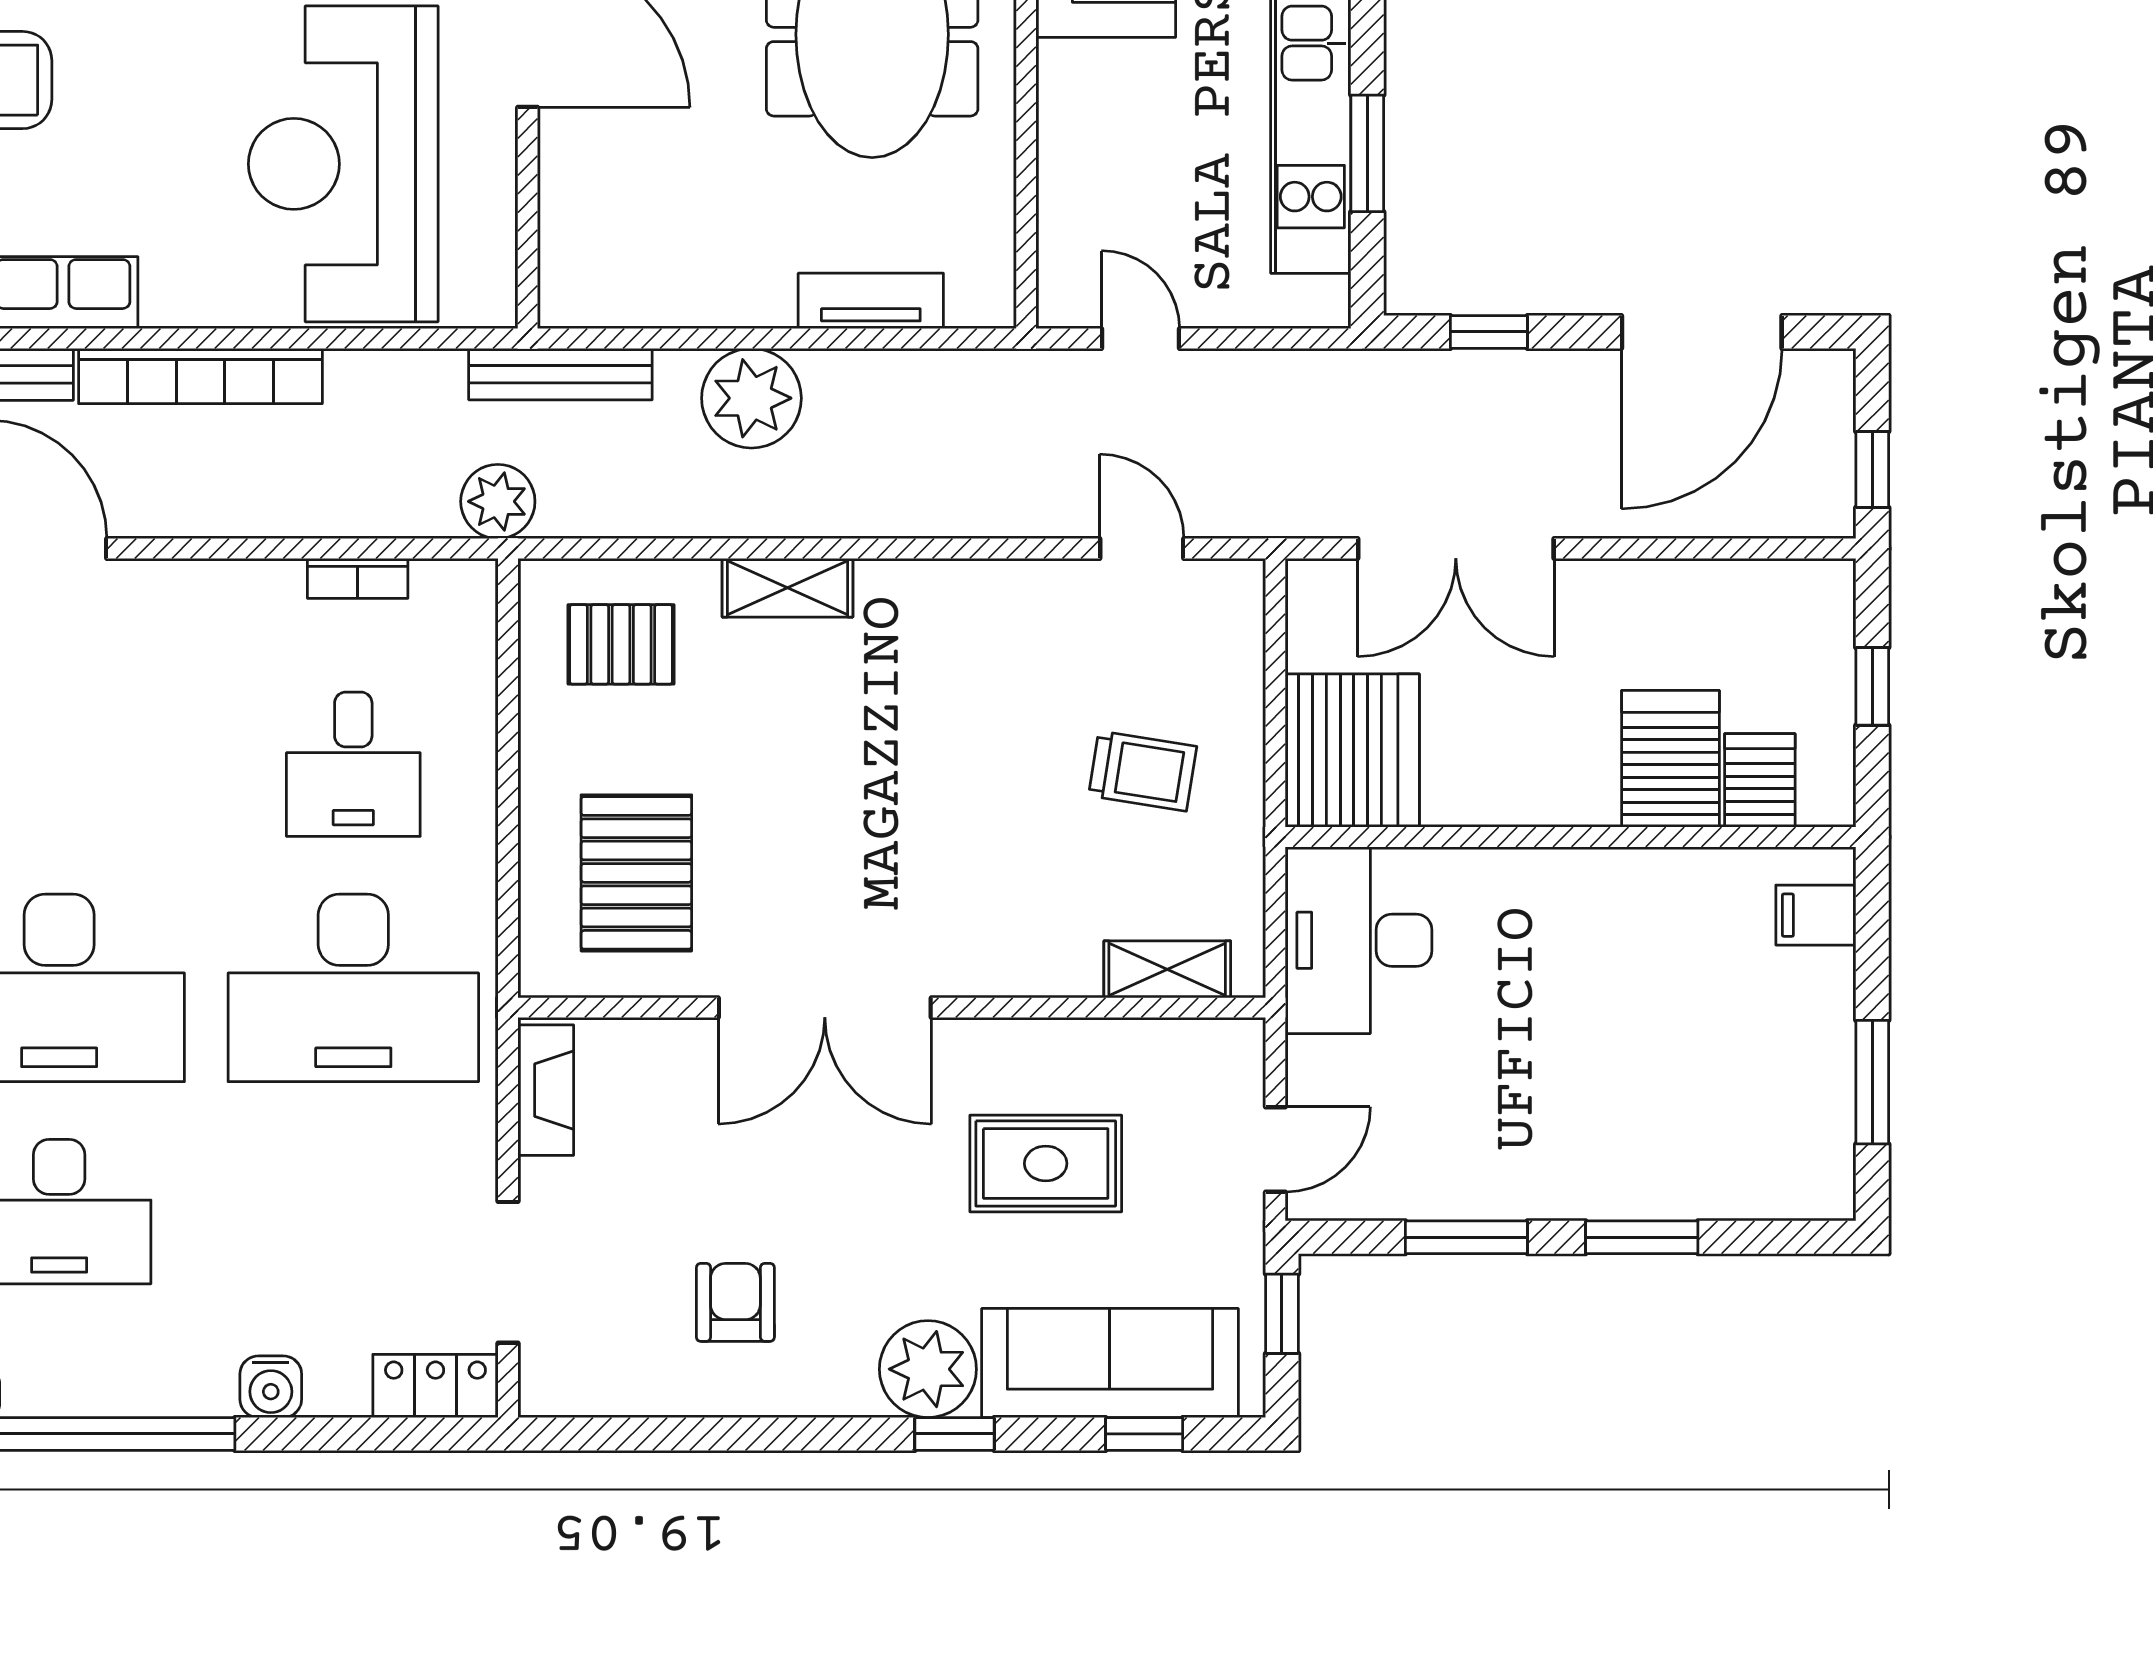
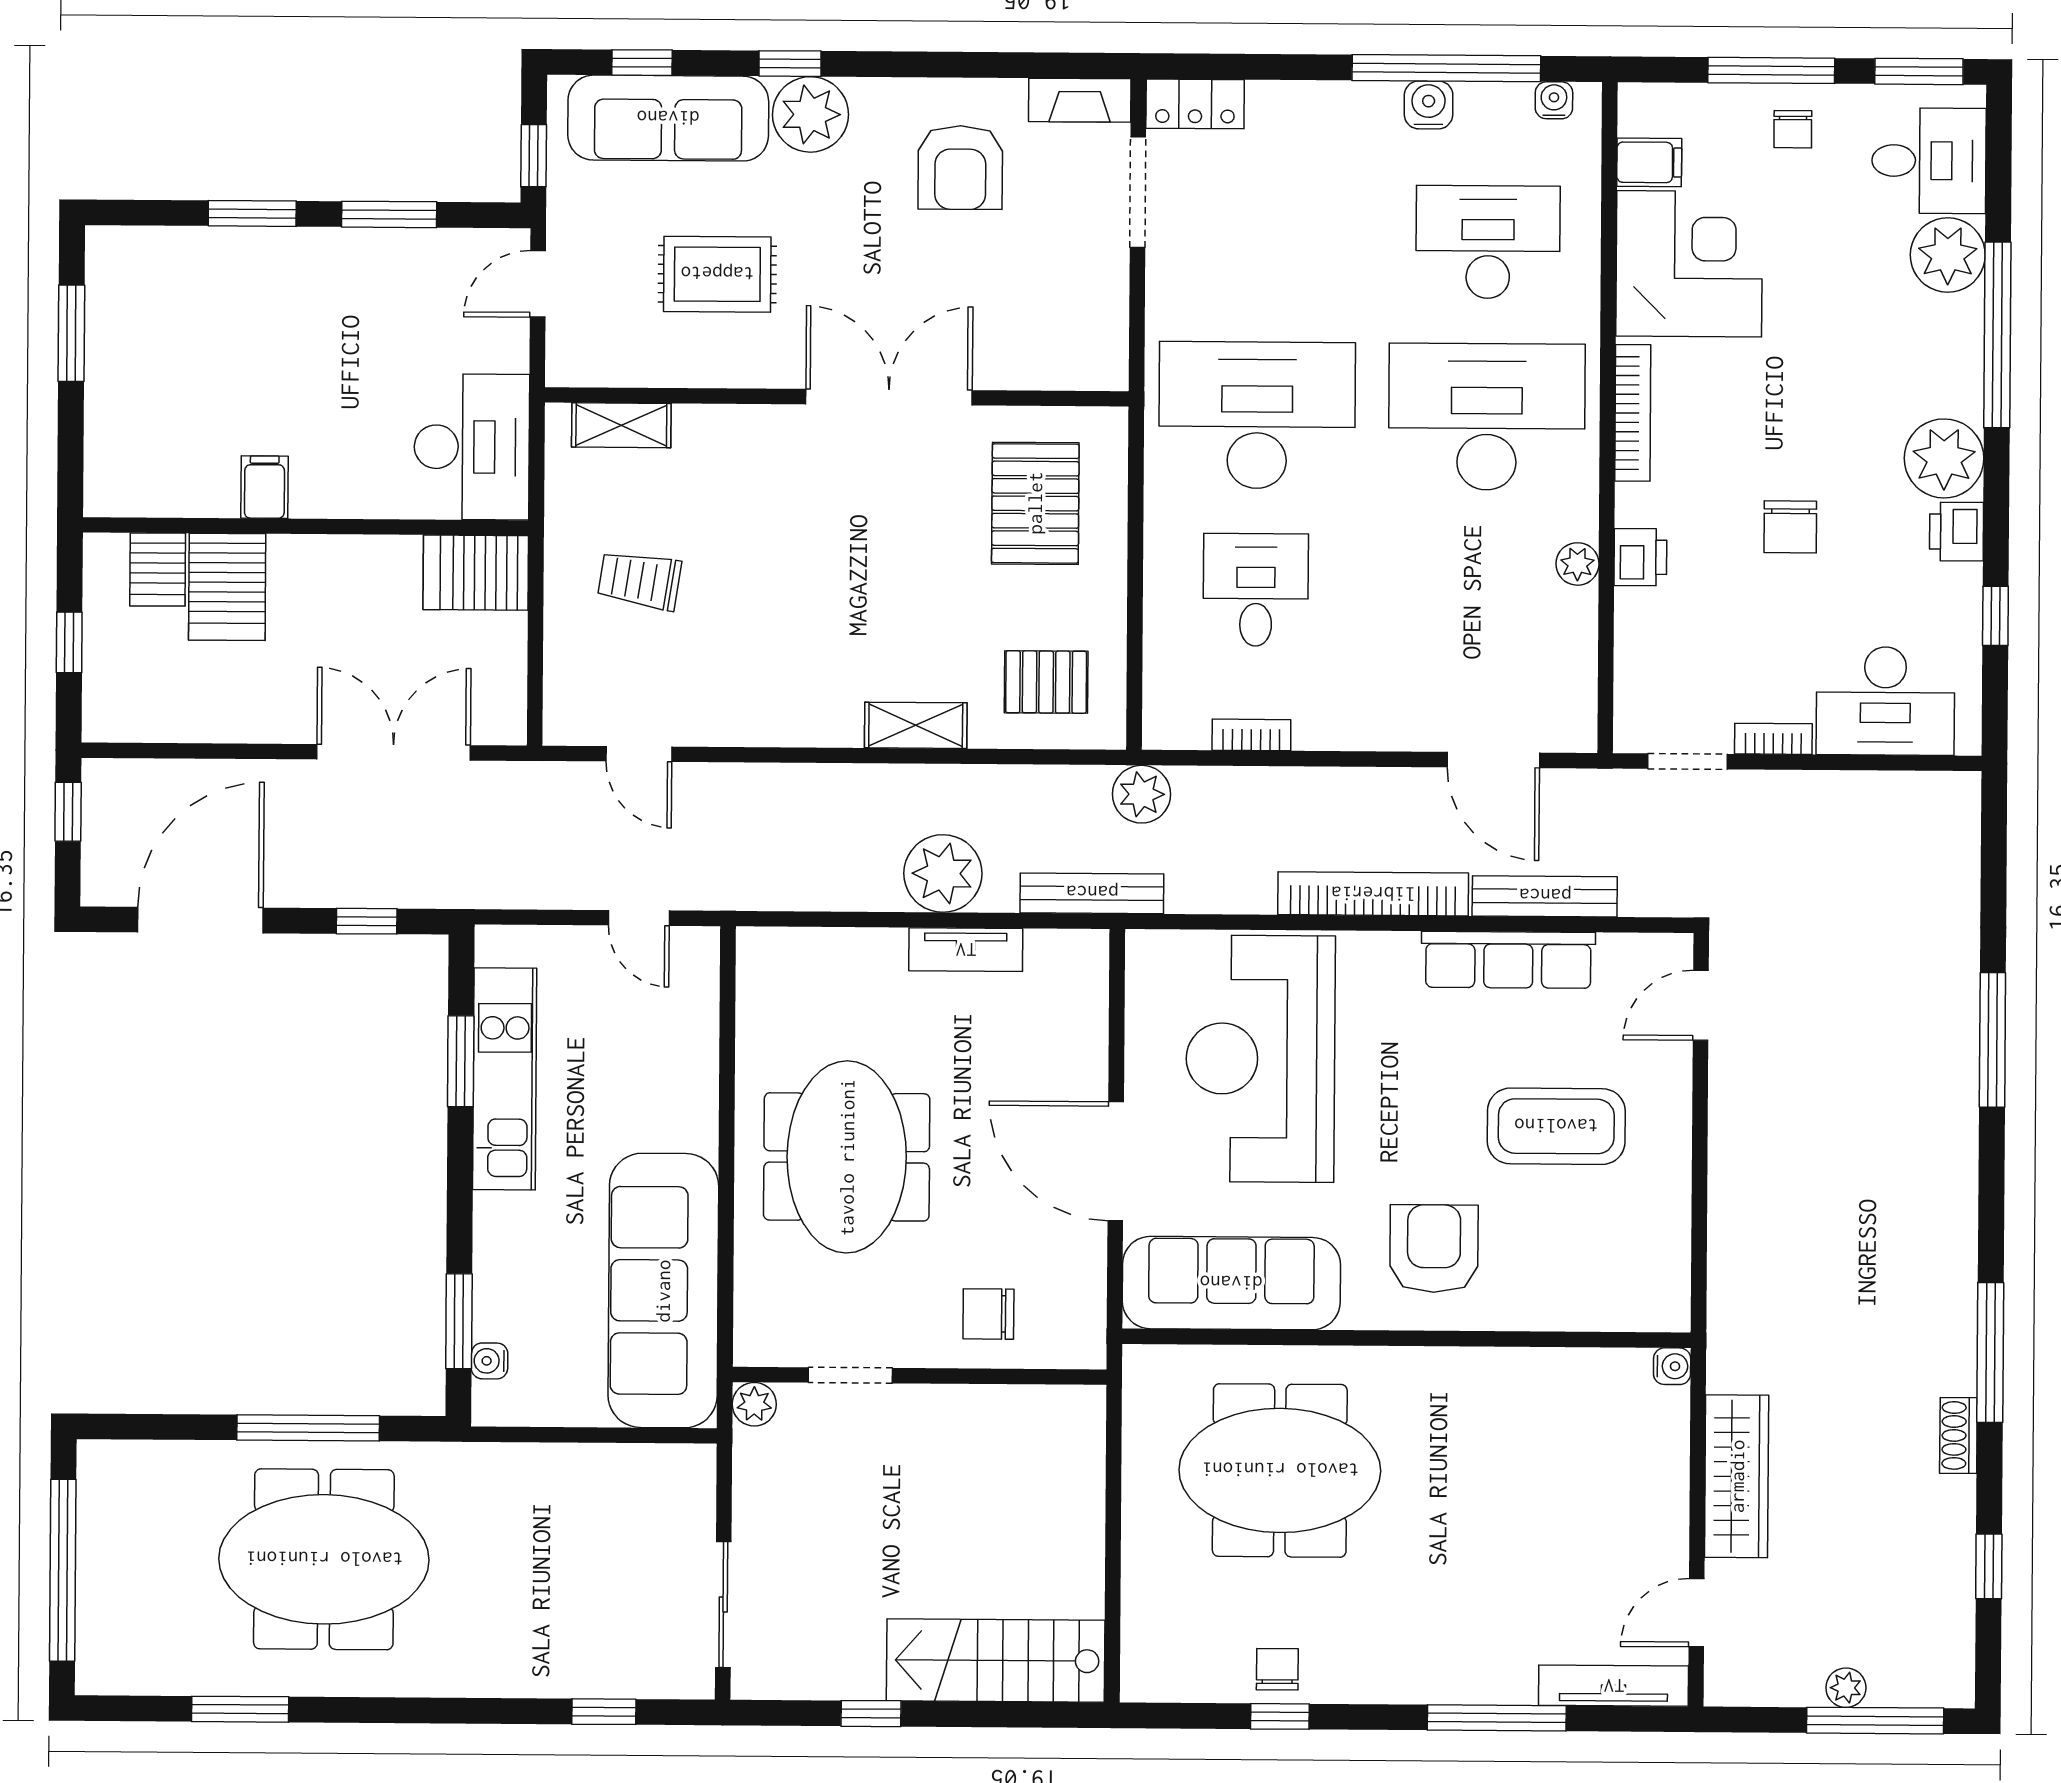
reception desk: (343, 164) -> (1260, 1059), turned 180
tv unit: (871, 301) -> (966, 950), moved
server rack: (1352, 751) -> (476, 573), width x0.63
filing cabinet: (1816, 915) -> (264, 487), moved, turned -90
fireplace: (546, 1090) -> (1080, 100), moved, turned -90
armchair: (735, 1302) -> (960, 167), width x1.38, depth x1.38
water cooler: (271, 1387) -> (1429, 105), moved

